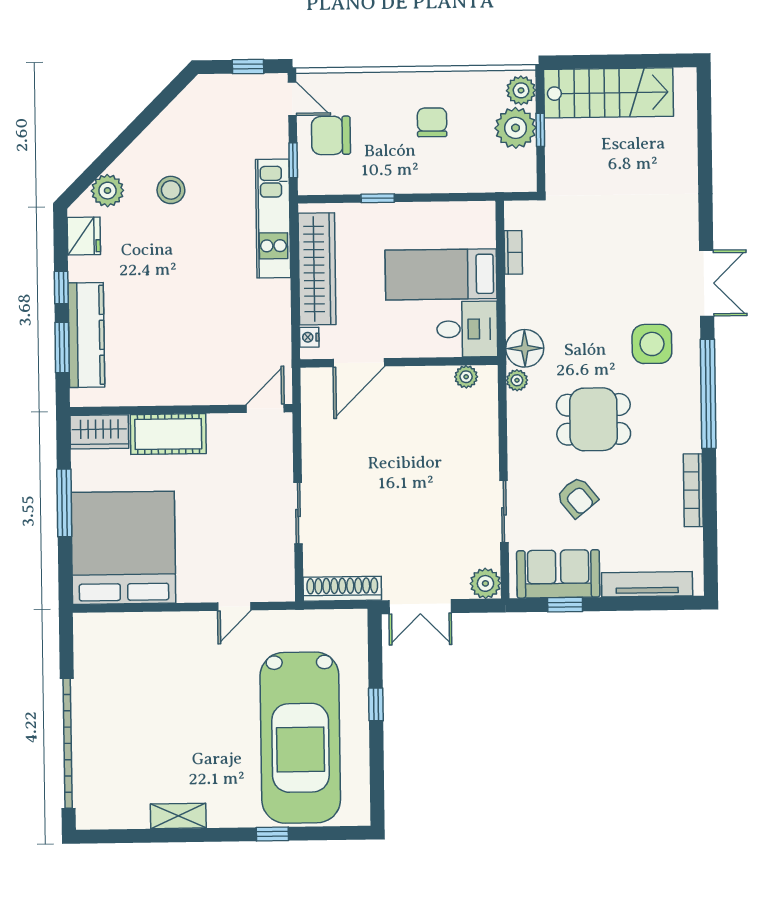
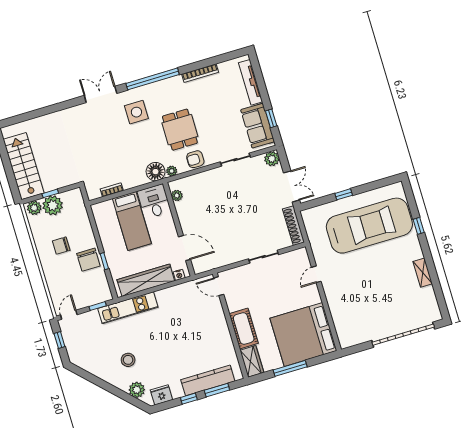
chair: (331, 135) -> (88, 260), moved
armchair: (577, 497) -> (195, 159), moved, turned -141
door: (234, 606) -> (316, 274), swing flipped

